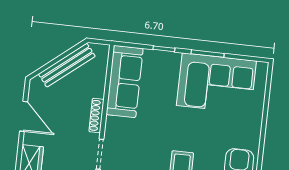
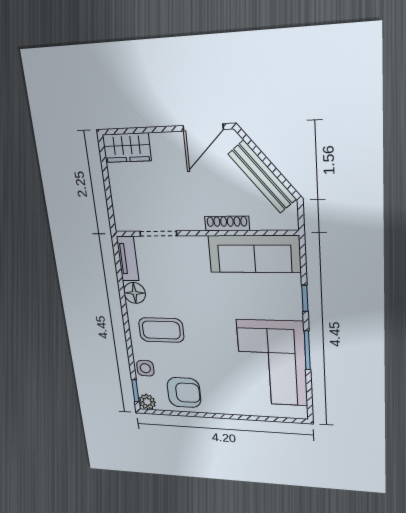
door: (24, 116) -> (203, 127), moved
shoe rack: (96, 116) -> (227, 223), moved

